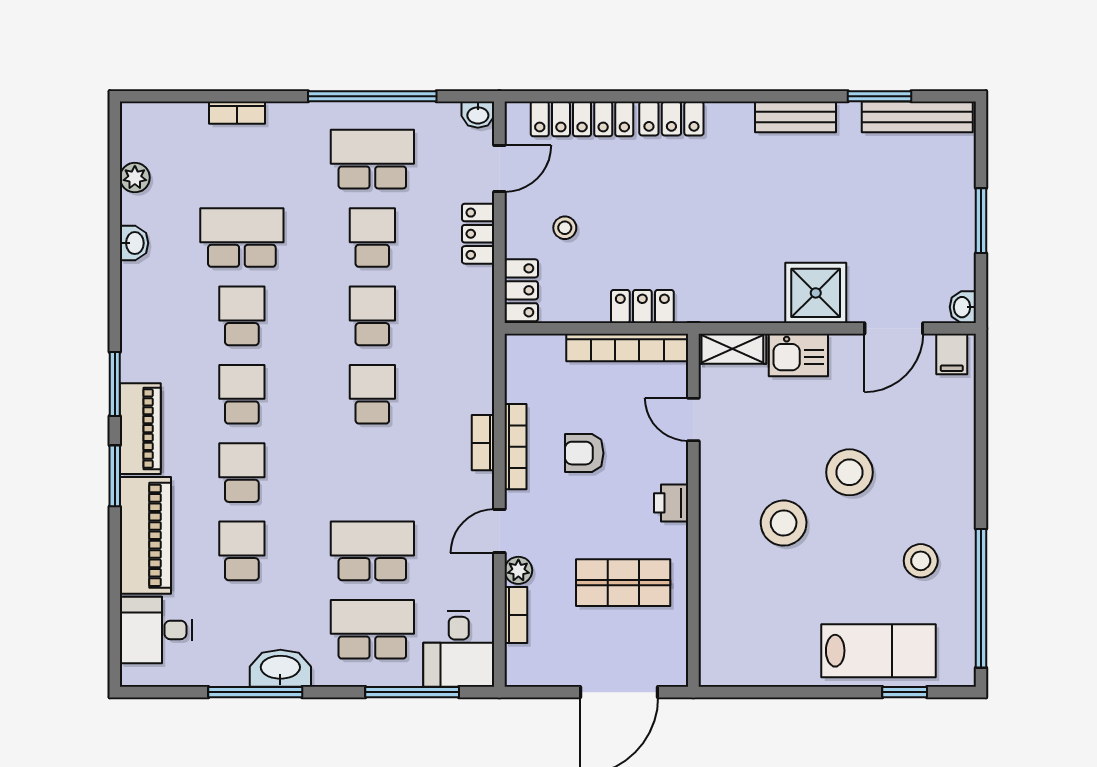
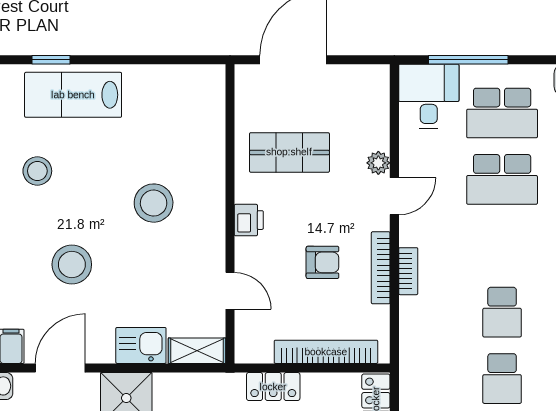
bookcase: (627, 347) -> (326, 352), moved
stool: (849, 472) -> (72, 264), moved
bookcase: (516, 615) -> (380, 125), removed

